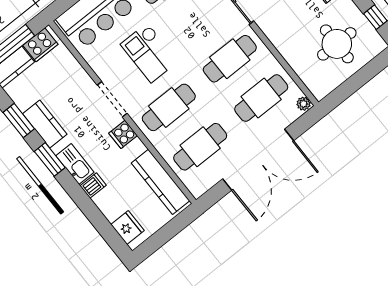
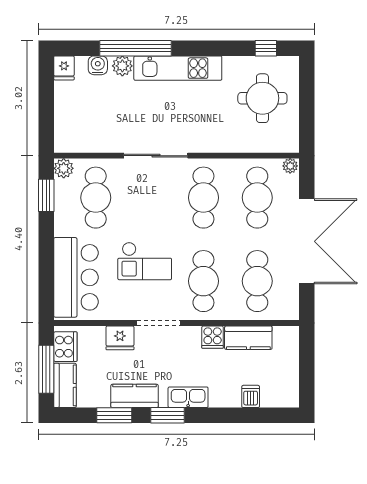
cooker: (123, 134) -> (213, 337), moved
kitchen counter: (161, 182) -> (248, 338), width x0.67
dishwasher: (93, 185) -> (251, 396), moved
fridge: (127, 227) -> (120, 338), moved, turned 180

